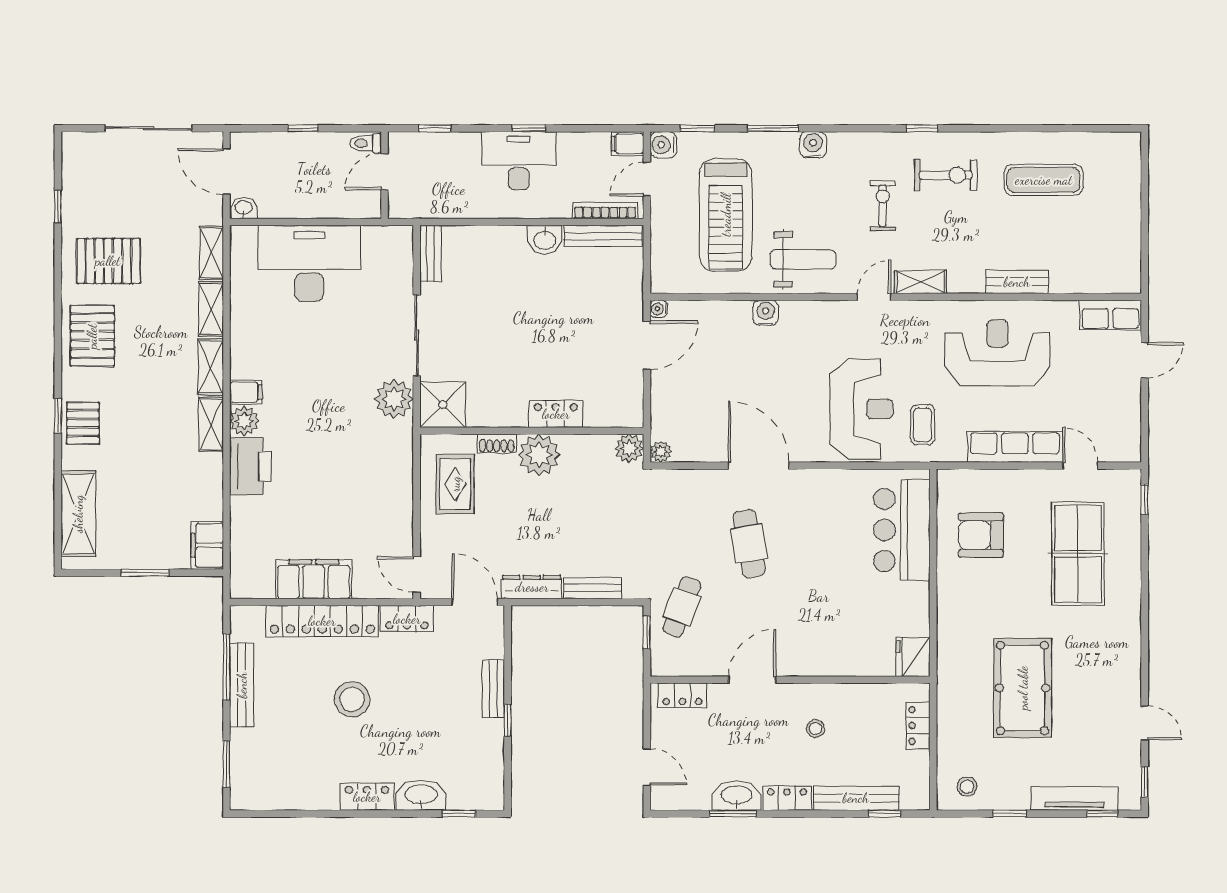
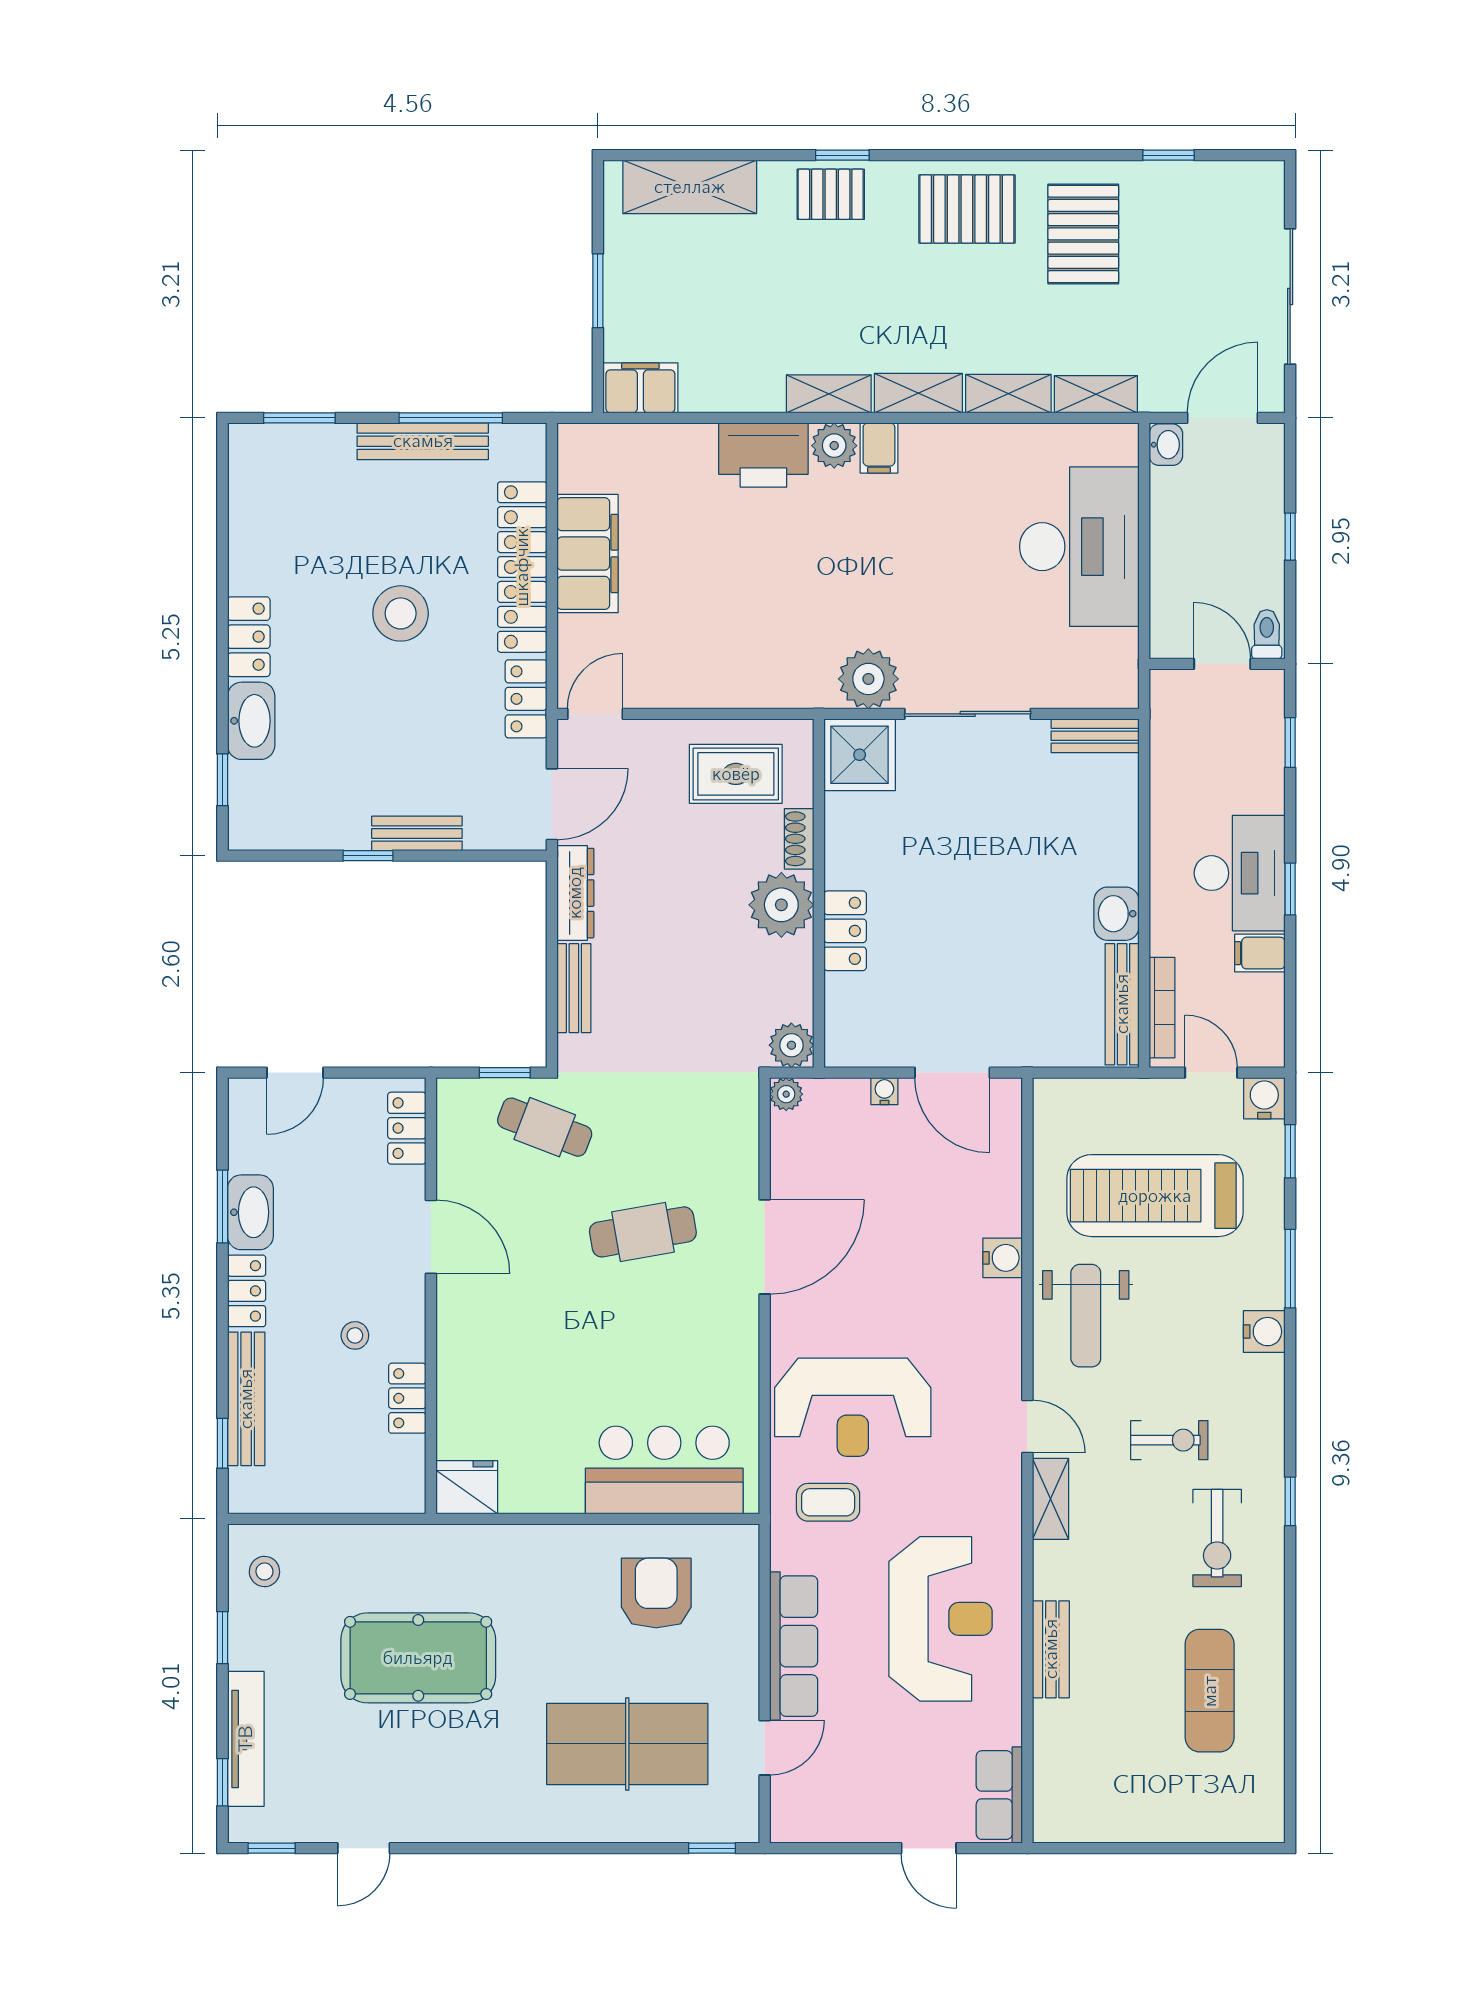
filing cabinet: (627, 144) -> (1260, 953), moved, turned -90
water cooler: (659, 309) -> (884, 1091), moved
locker: (918, 726) -> (407, 1398), moved, turned -90

